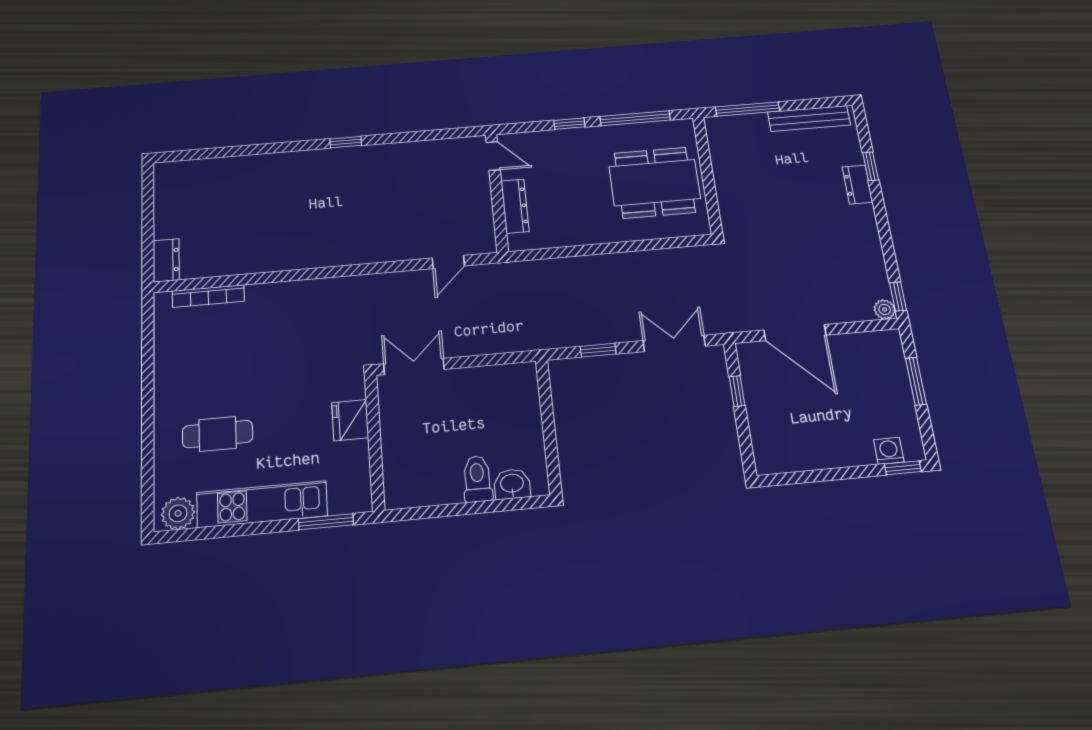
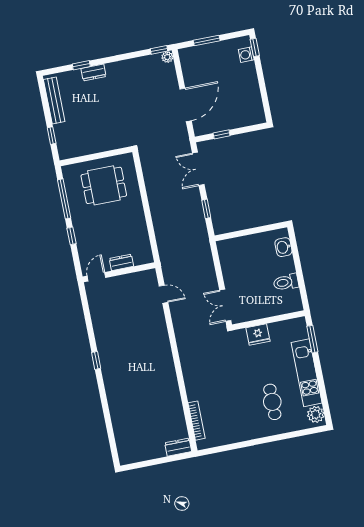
window: (747, 109) -> (52, 136), width x0.46
dining table: (655, 183) -> (104, 185), width x0.73
dresser: (515, 206) -> (121, 262), width x0.70
toilet: (477, 479) -> (286, 282), moved

